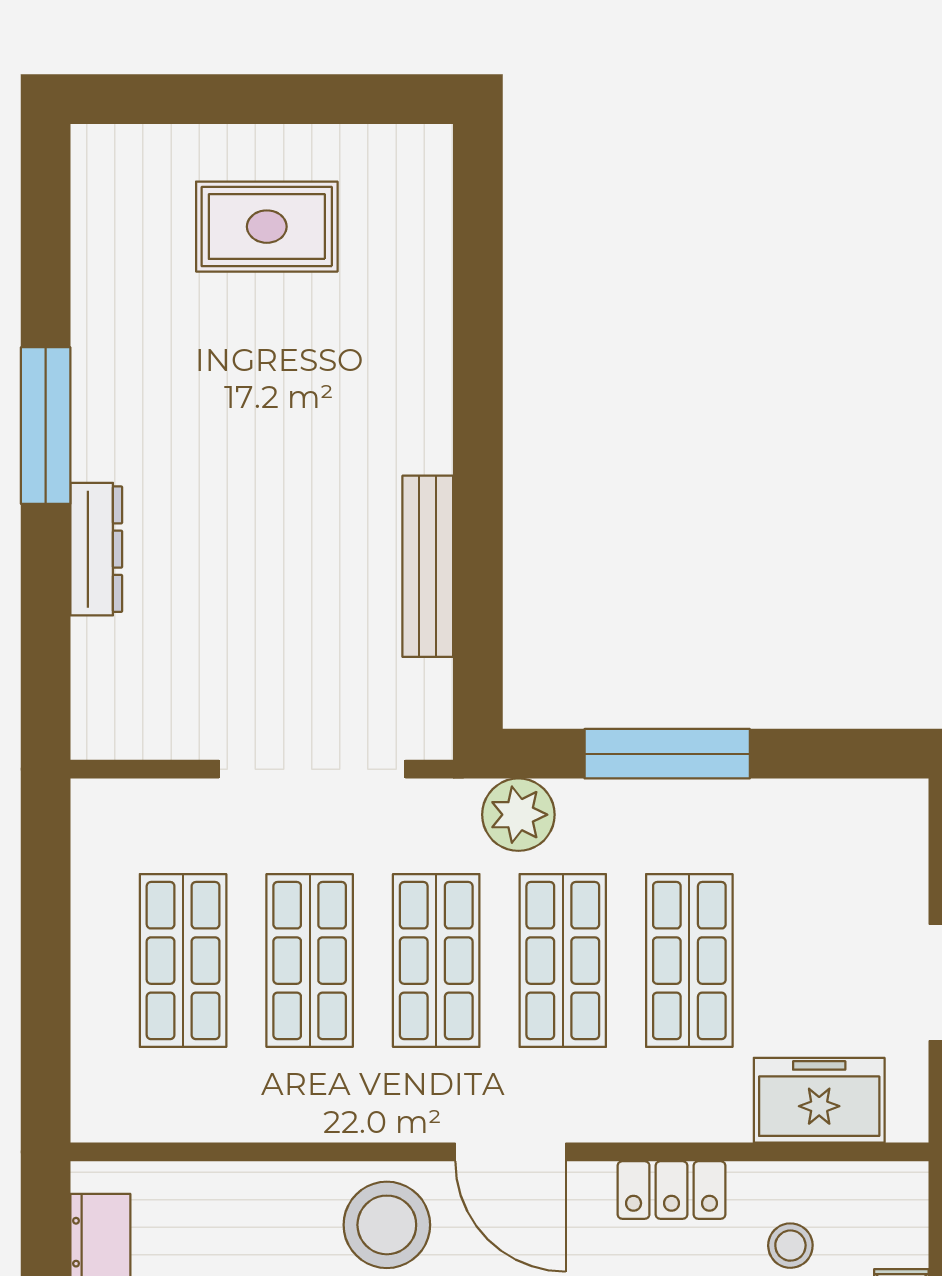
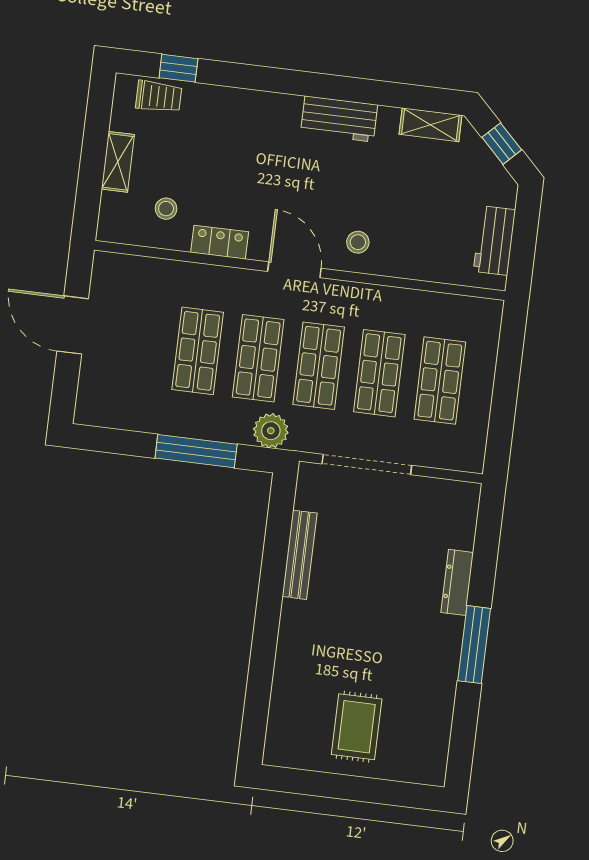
rug: (267, 227) -> (357, 727), turned 90
freezer: (819, 1100) -> (144, 276), removed
stool: (387, 1225) -> (358, 242), width x0.53, depth x0.53

